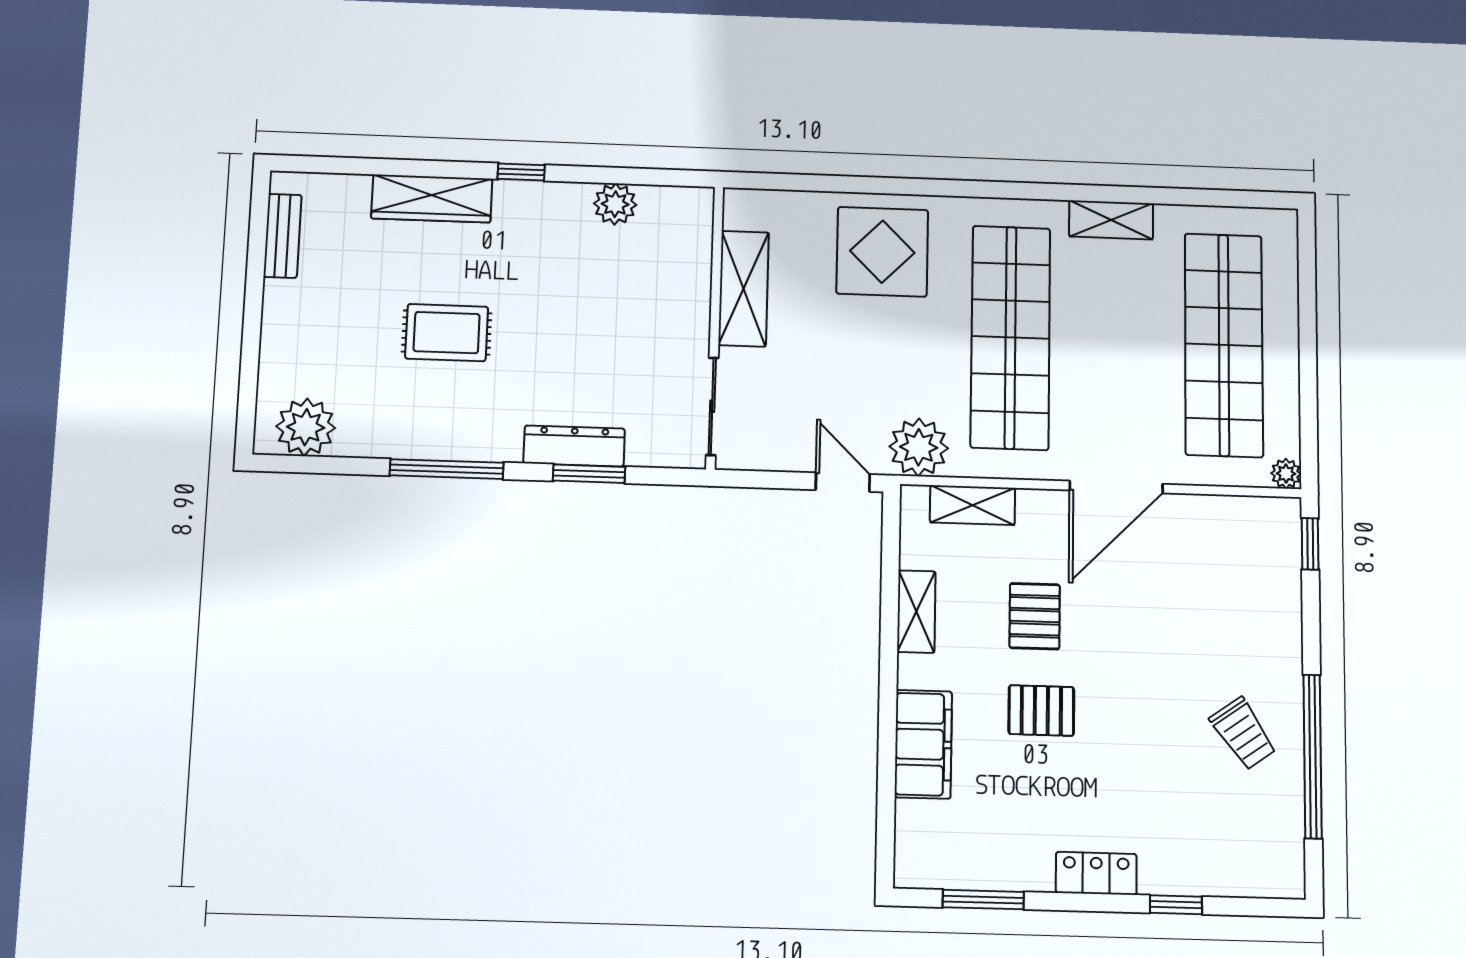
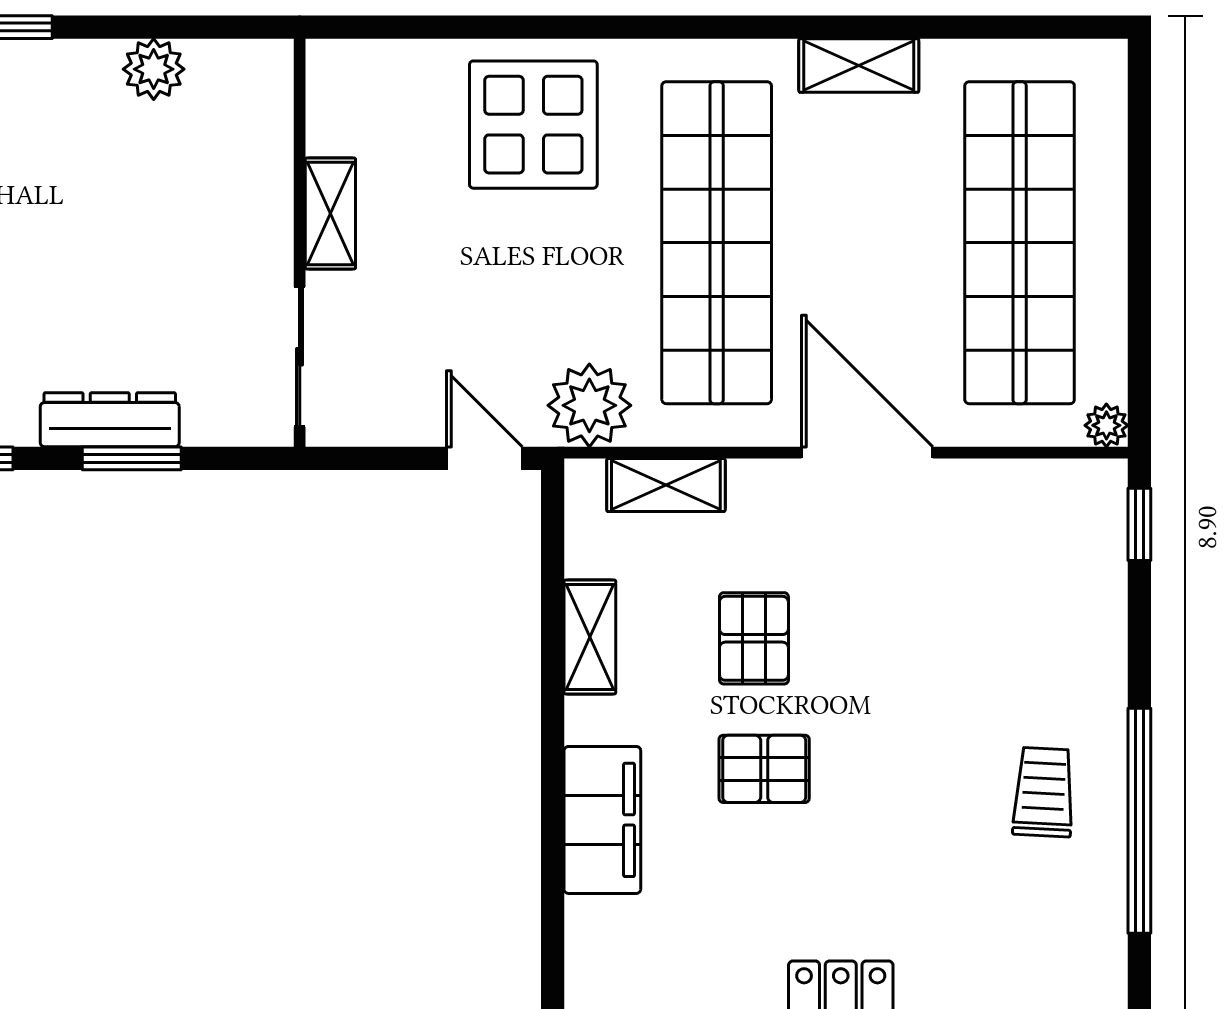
shelving: (744, 289) -> (330, 213), width x0.67, depth x0.75
door: (1116, 487) -> (867, 453), swing flipped
trolley: (1243, 733) -> (1044, 792), turned -142

